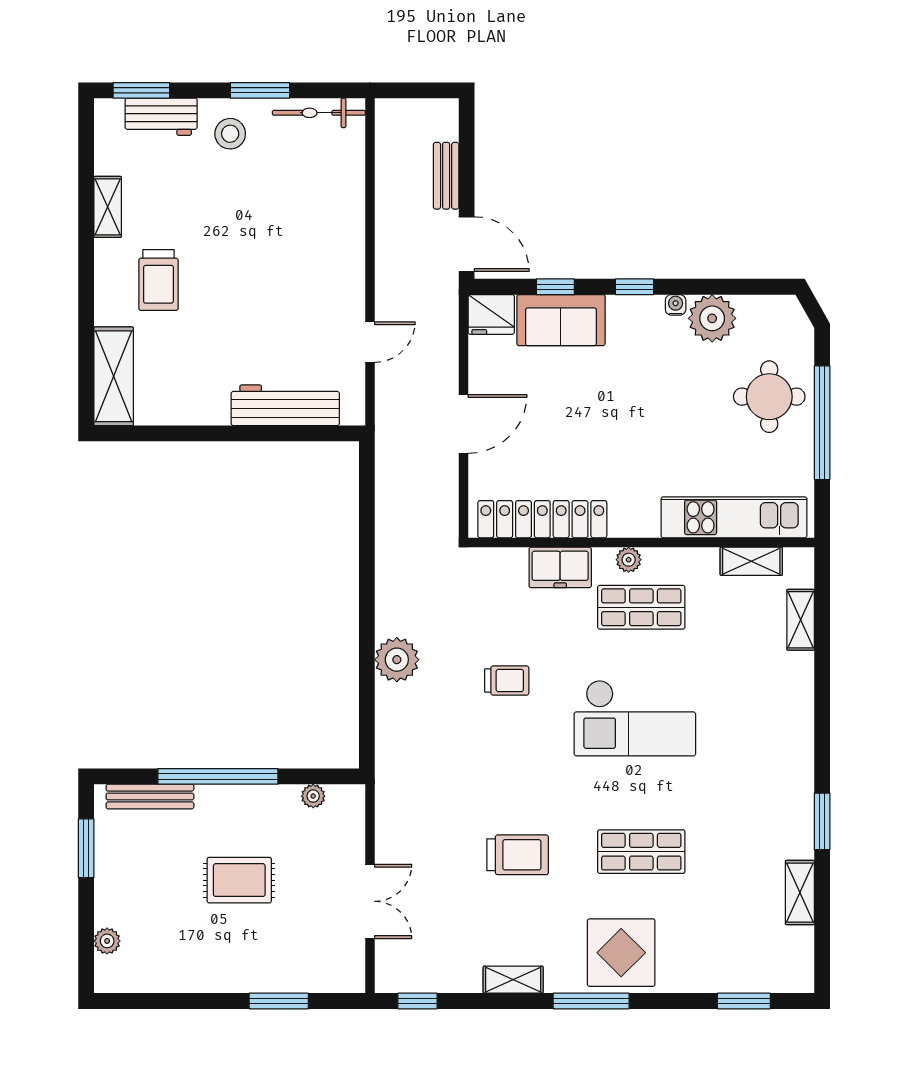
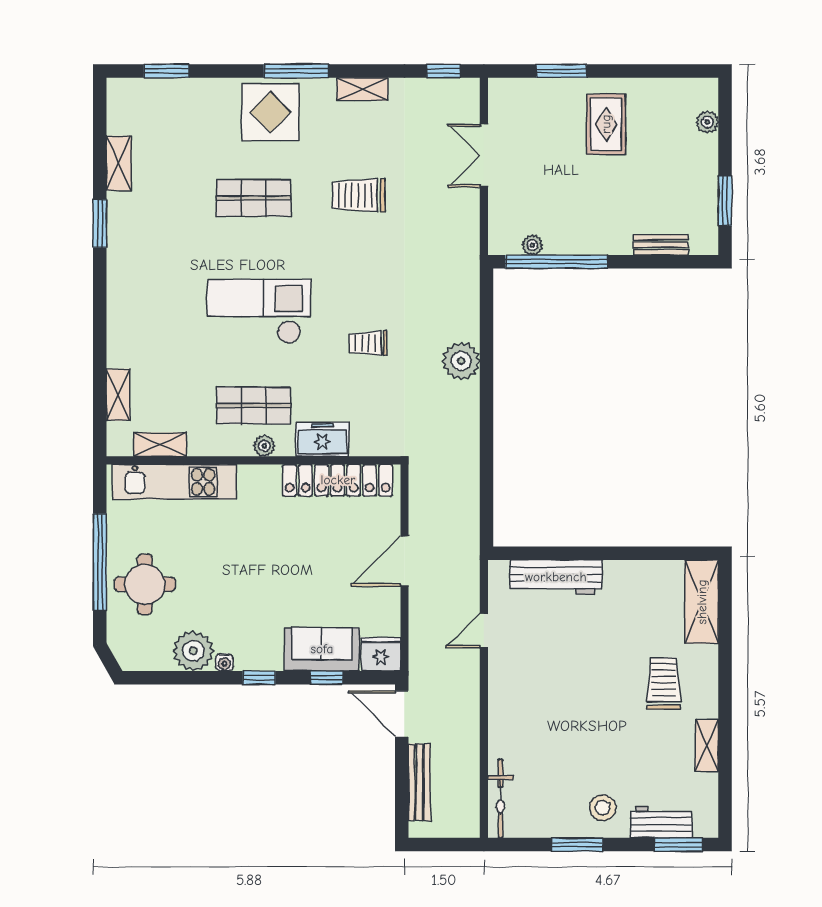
bicycle: (319, 113) -> (500, 798), moved, turned 90
bench: (446, 176) -> (419, 782), width x1.36
window: (218, 776) -> (557, 262), moved
bench: (150, 796) -> (661, 245), width x0.73
rug: (239, 880) -> (606, 124), moved, turned 90

